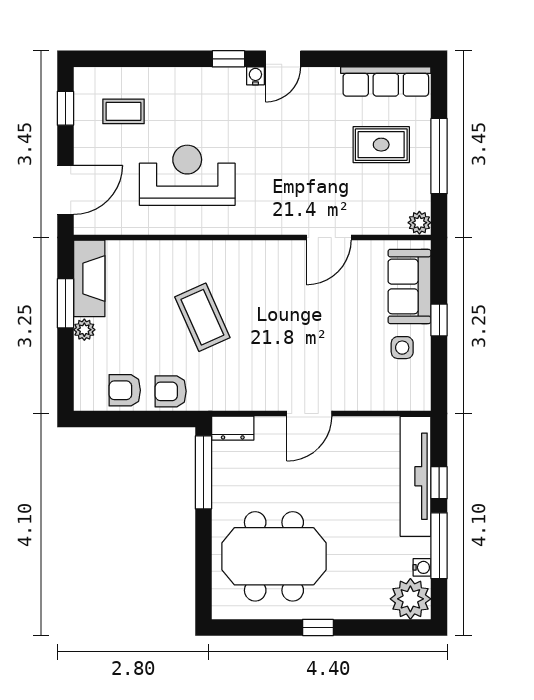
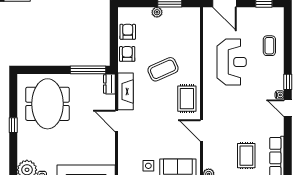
coffee table: (124, 111) -> (269, 46), moved
rug: (263, 268) -> (187, 99), added
fireplace: (89, 278) -> (125, 91), moved, turned -90

